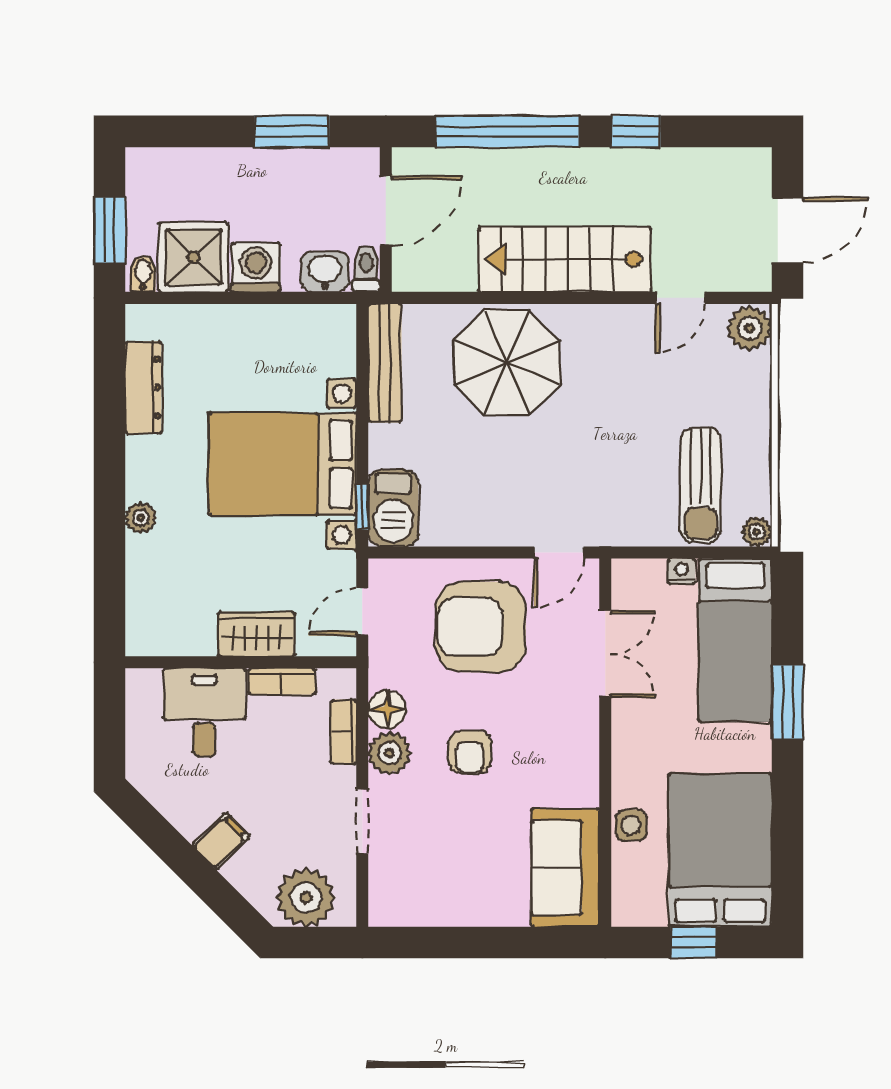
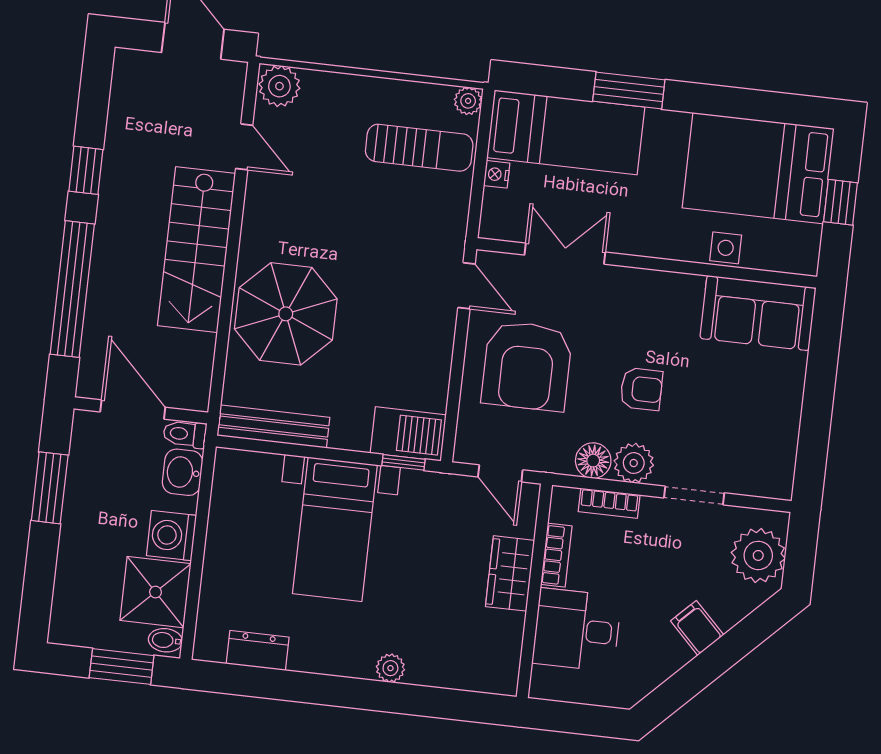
dresser: (143, 388) -> (258, 650), width x0.70
bed with nightstands: (282, 464) -> (335, 529), width x0.73

